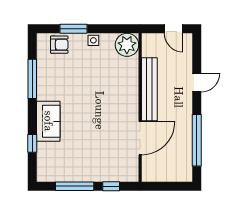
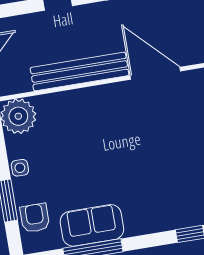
sofa: (48, 121) -> (92, 225), moved

